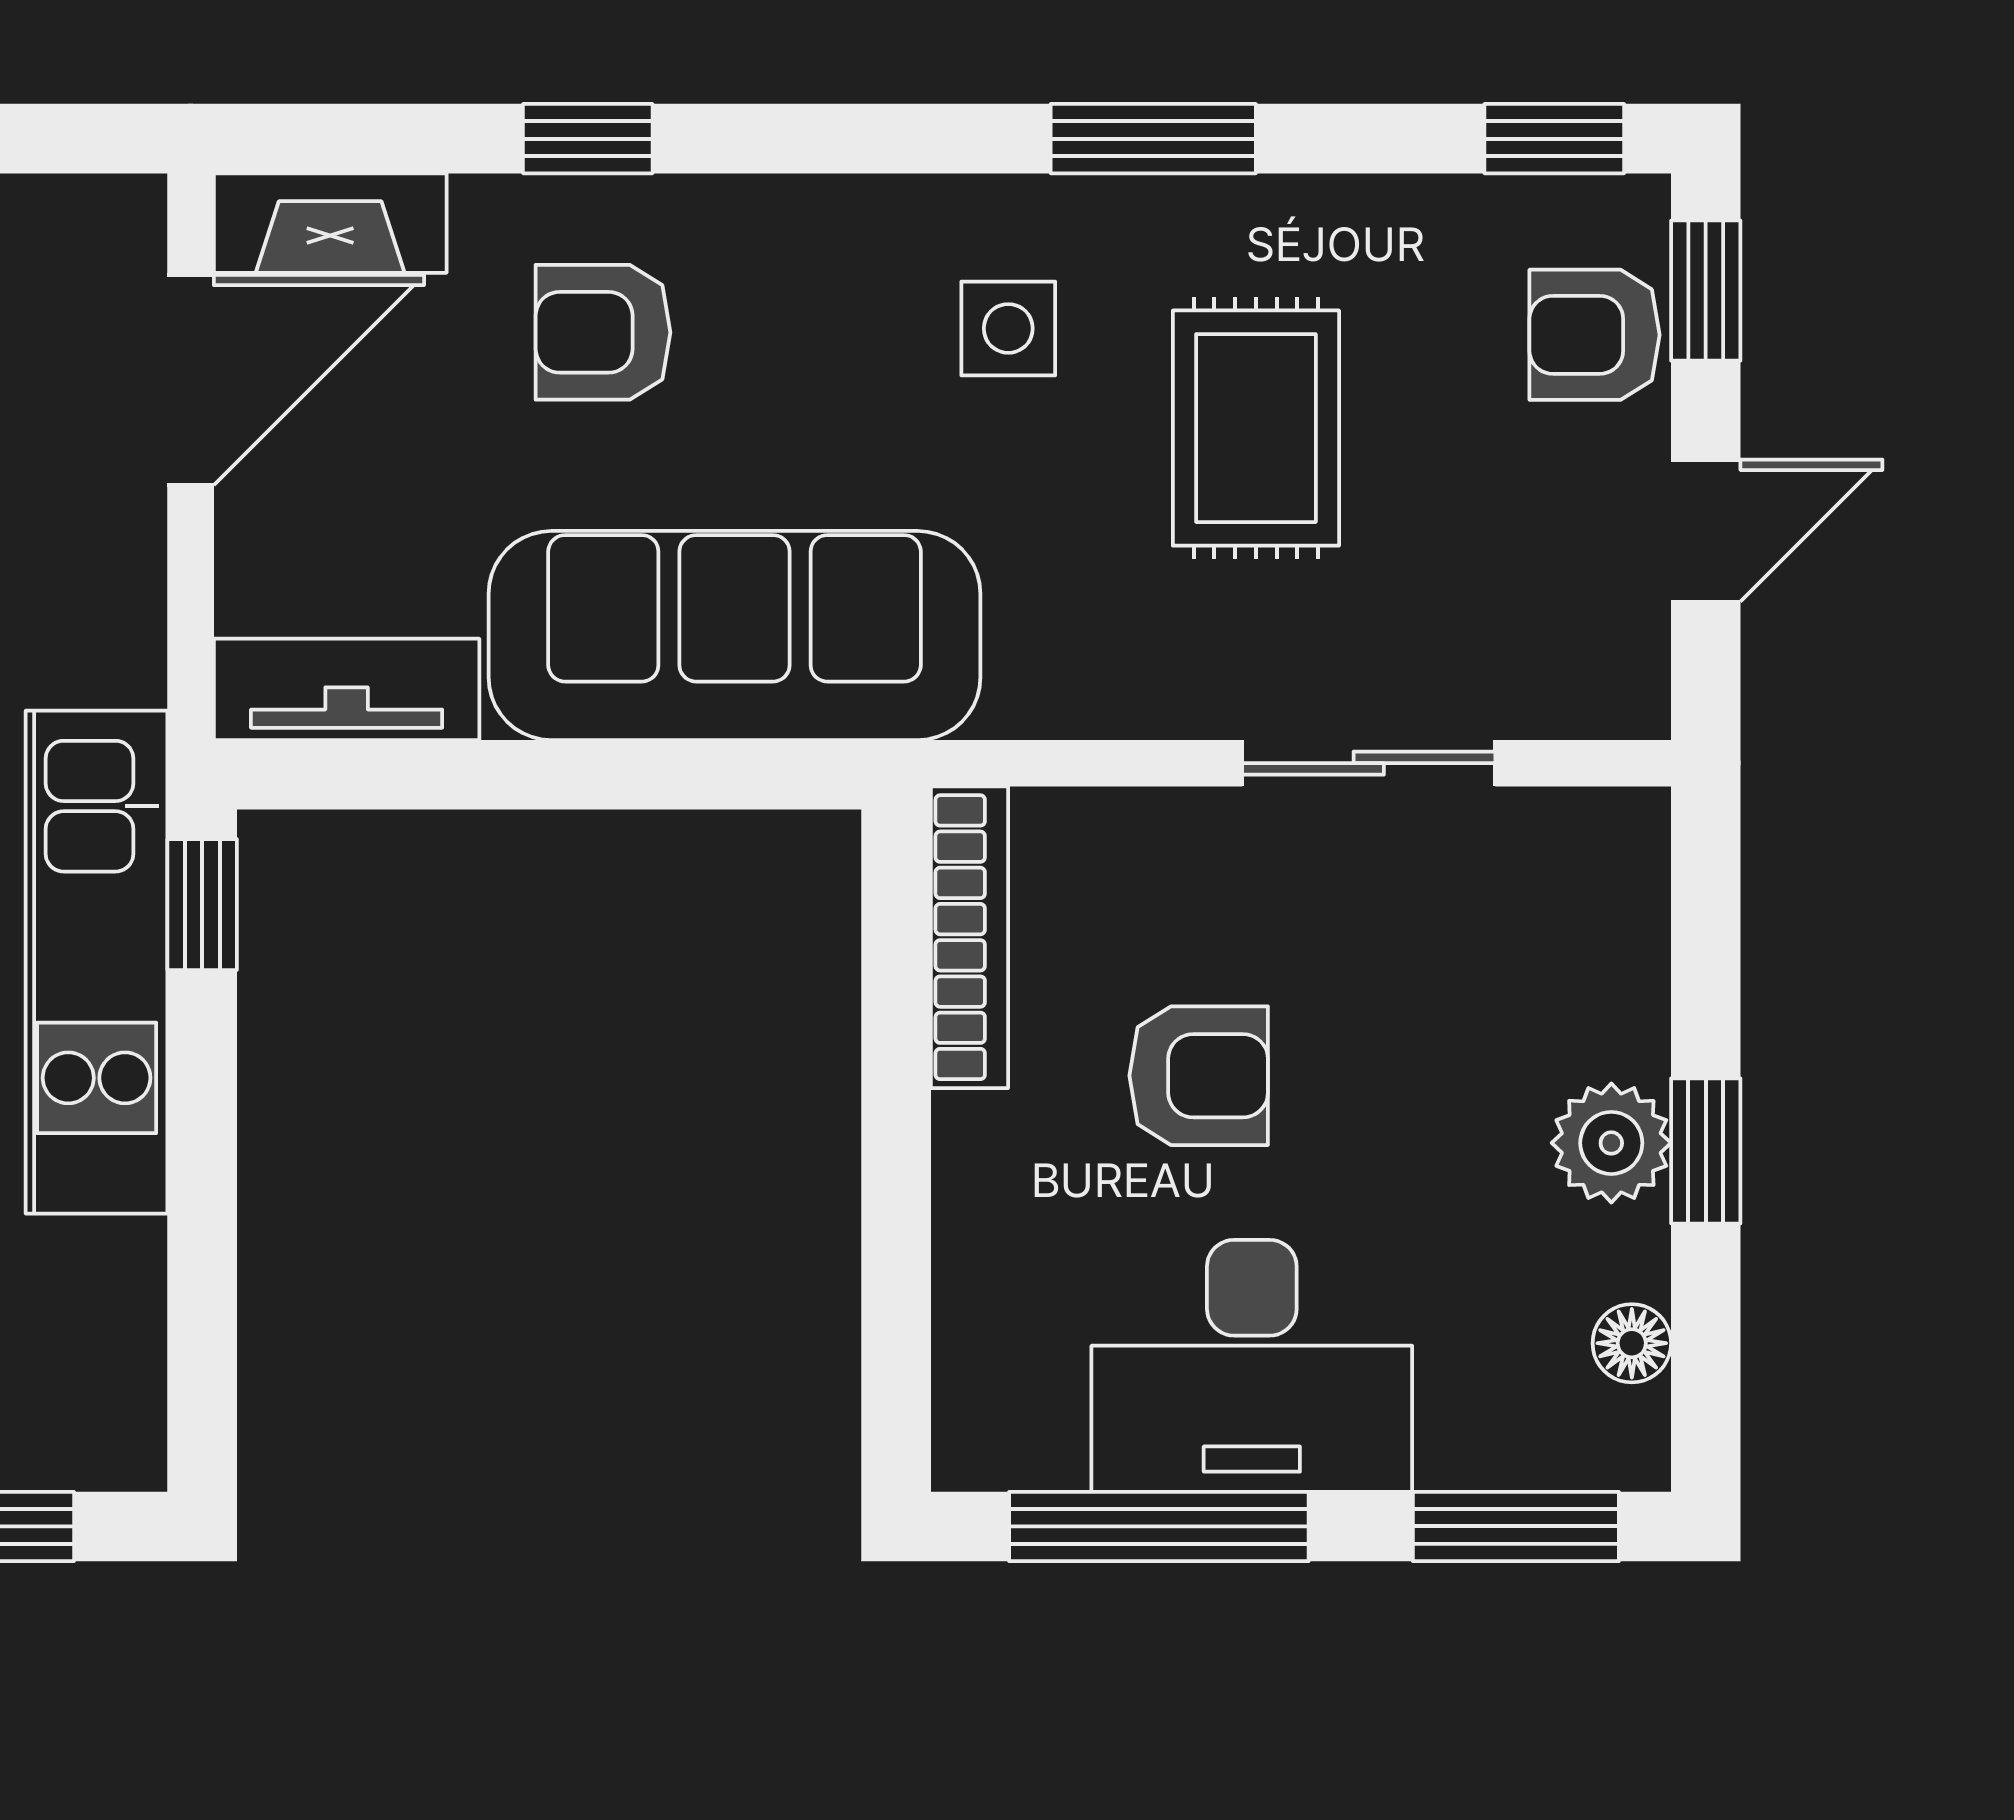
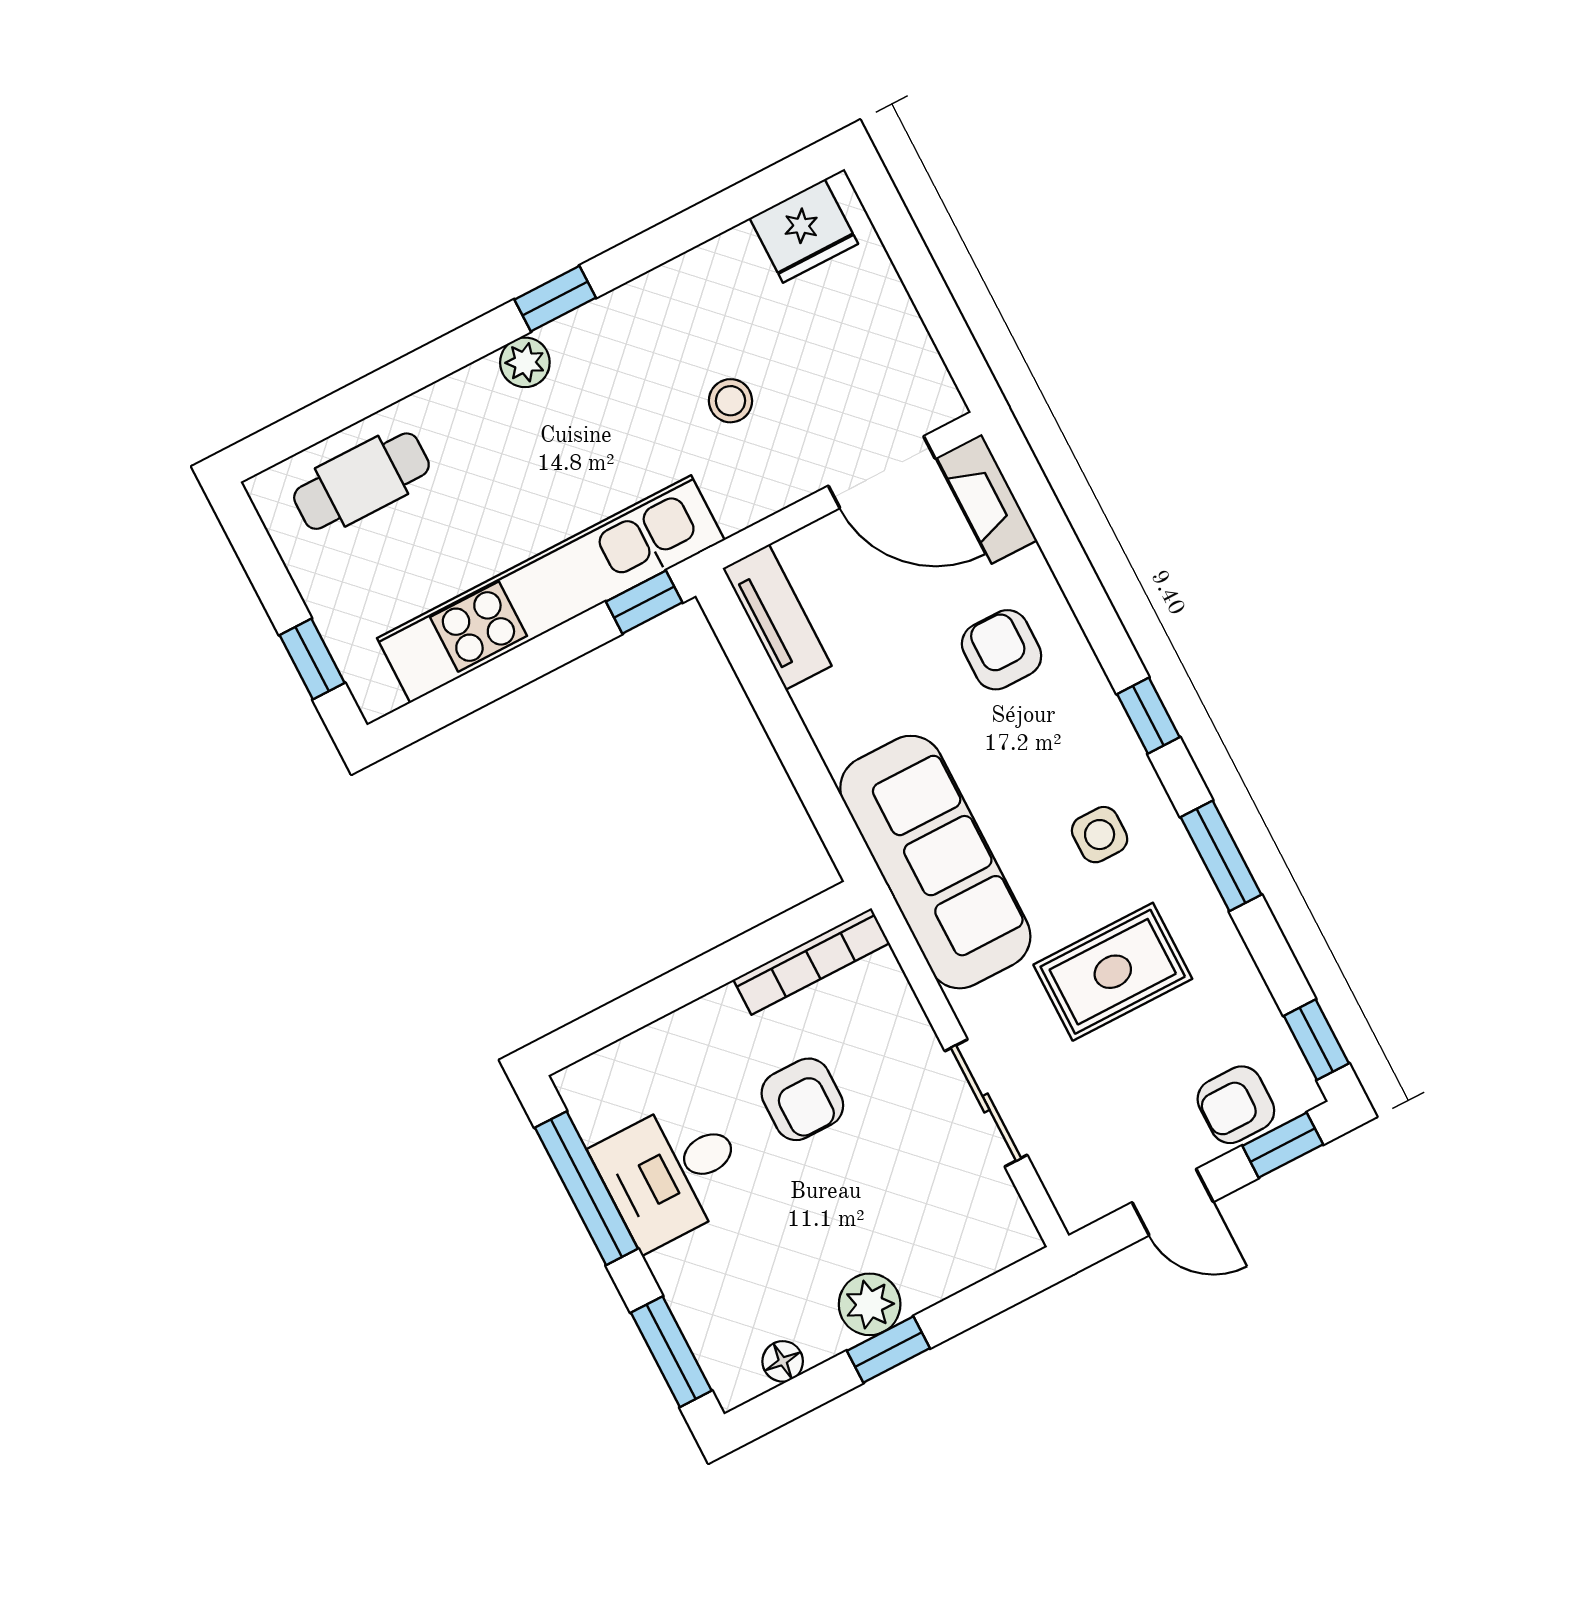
window: (588, 139) -> (1148, 716), moved
armchair: (1595, 335) -> (1236, 1105), turned -90
sofa: (735, 636) -> (935, 862), moved
kitchen unit: (97, 962) -> (551, 589), width x1.36
desk: (1252, 1366) -> (672, 1173), width x0.73

